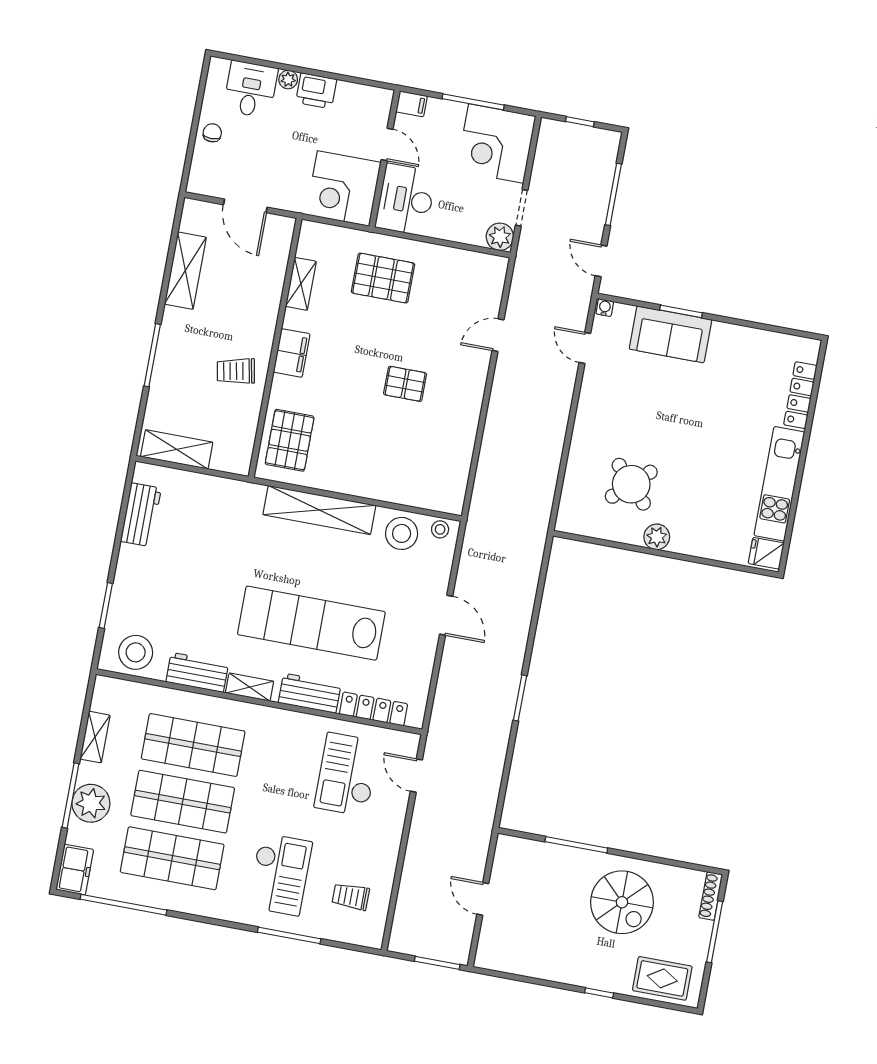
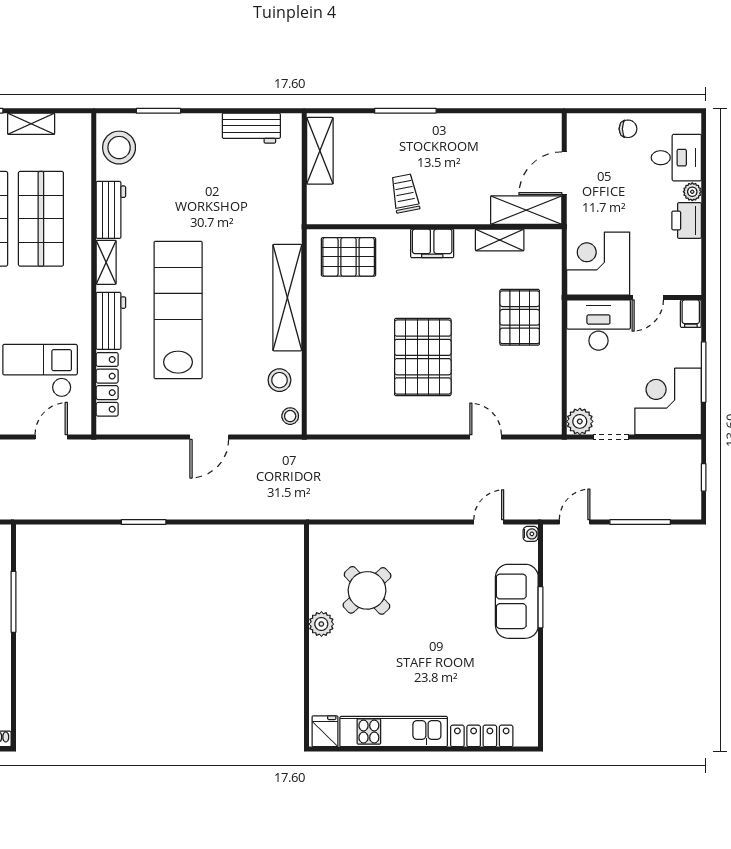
shelving: (185, 271) -> (526, 210), moved
pallet: (405, 384) -> (423, 357), width x2.05, depth x2.00
stool: (402, 533) -> (279, 380), width x0.73, depth x0.73

